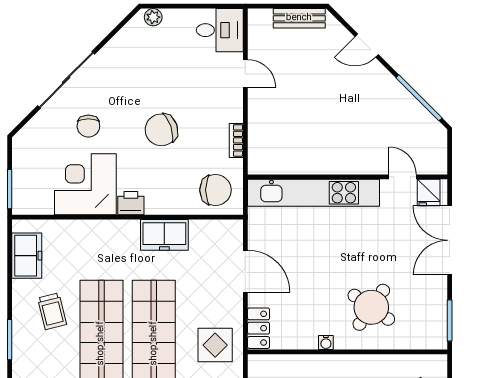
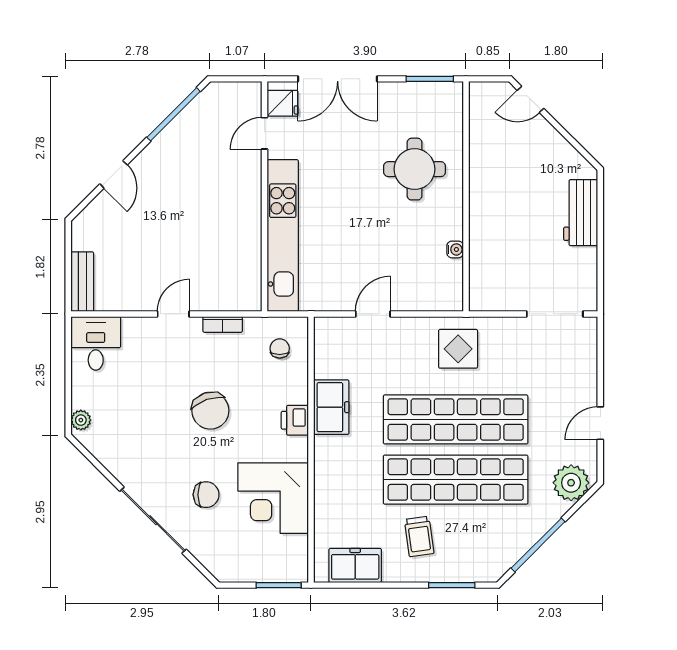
bench: (299, 18) -> (82, 282), moved
door: (245, 74) -> (173, 314), moved
chair: (215, 190) -> (280, 348), width x0.54, depth x0.54
printer: (131, 203) -> (295, 420), moved
door: (245, 271) -> (373, 314), width x0.73
round table: (371, 307) -> (415, 169), turned -35
trolley: (52, 311) -> (419, 536), turned 96
locker: (259, 328) -> (439, 299), removed
water cooler: (326, 342) -> (455, 249), moved

